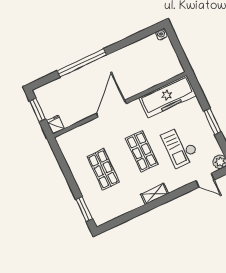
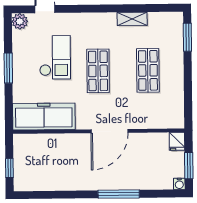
water cooler: (161, 35) -> (179, 184), moved
window: (176, 44) -> (9, 168), added
window: (82, 63) -> (119, 194), width x0.68
shelving: (155, 194) -> (132, 19), moved

